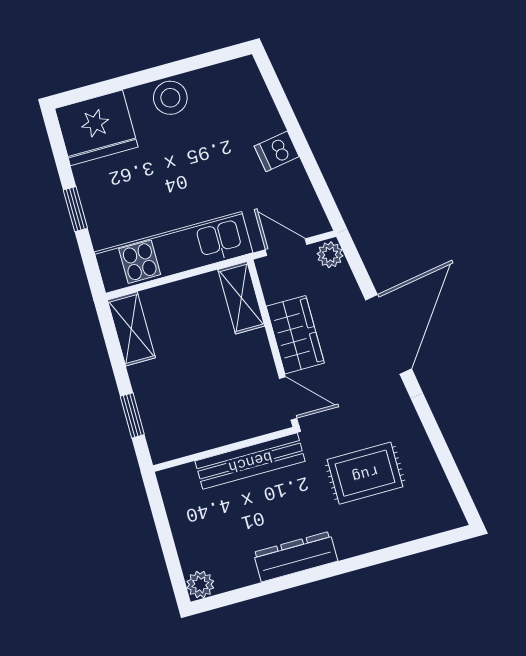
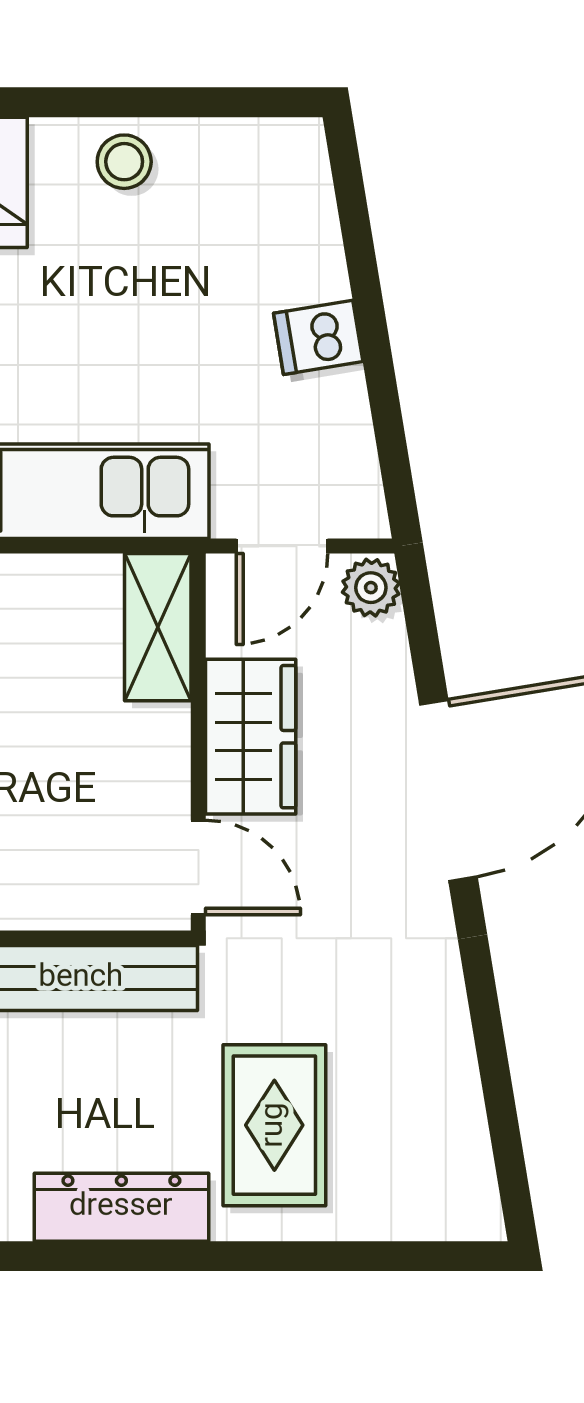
stool: (170, 98) -> (124, 162), width x0.73, depth x0.73
door: (286, 247) -> (282, 546), swing flipped
rug: (365, 473) -> (274, 1125), moved, turned 90

